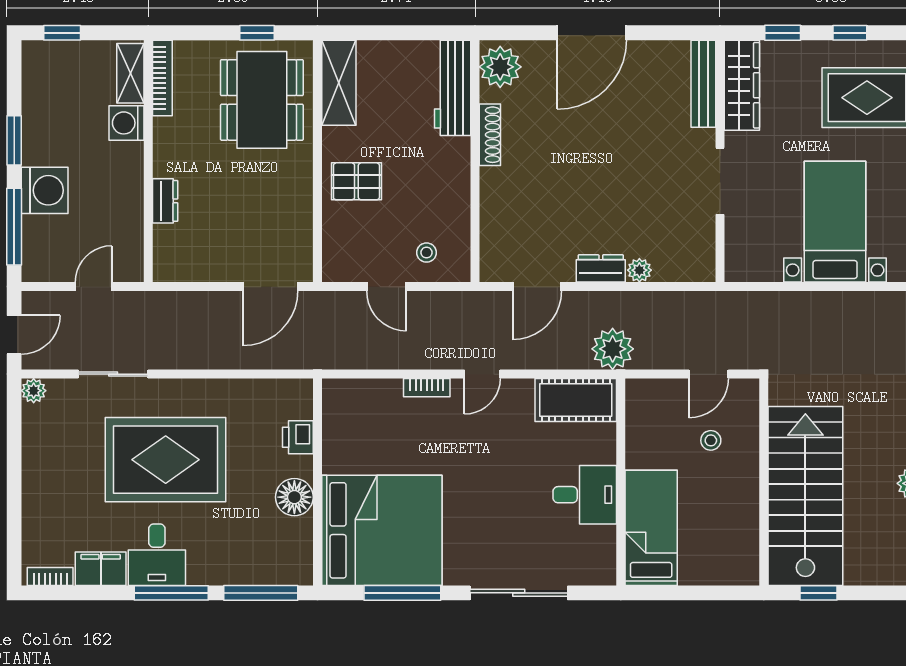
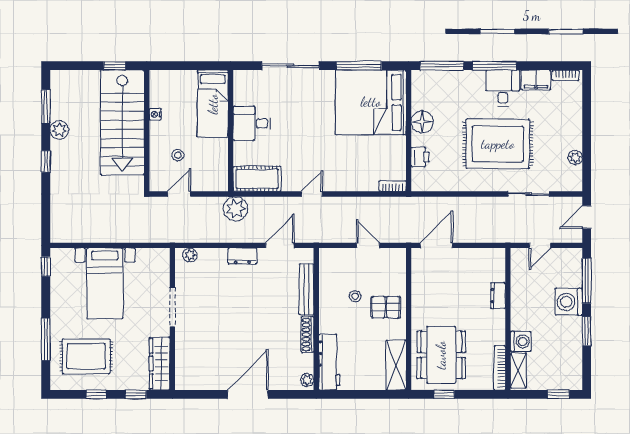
plant: (500, 67) -> (307, 380), width x0.53, depth x0.53
bench: (703, 84) -> (306, 289), moved
stool: (427, 253) -> (355, 296), moved
plant: (639, 270) -> (190, 255), moved
bookcase: (427, 388) -> (393, 186), moved
plant: (34, 391) -> (575, 157), moved
nightstand: (749, 510) -> (155, 114), added

